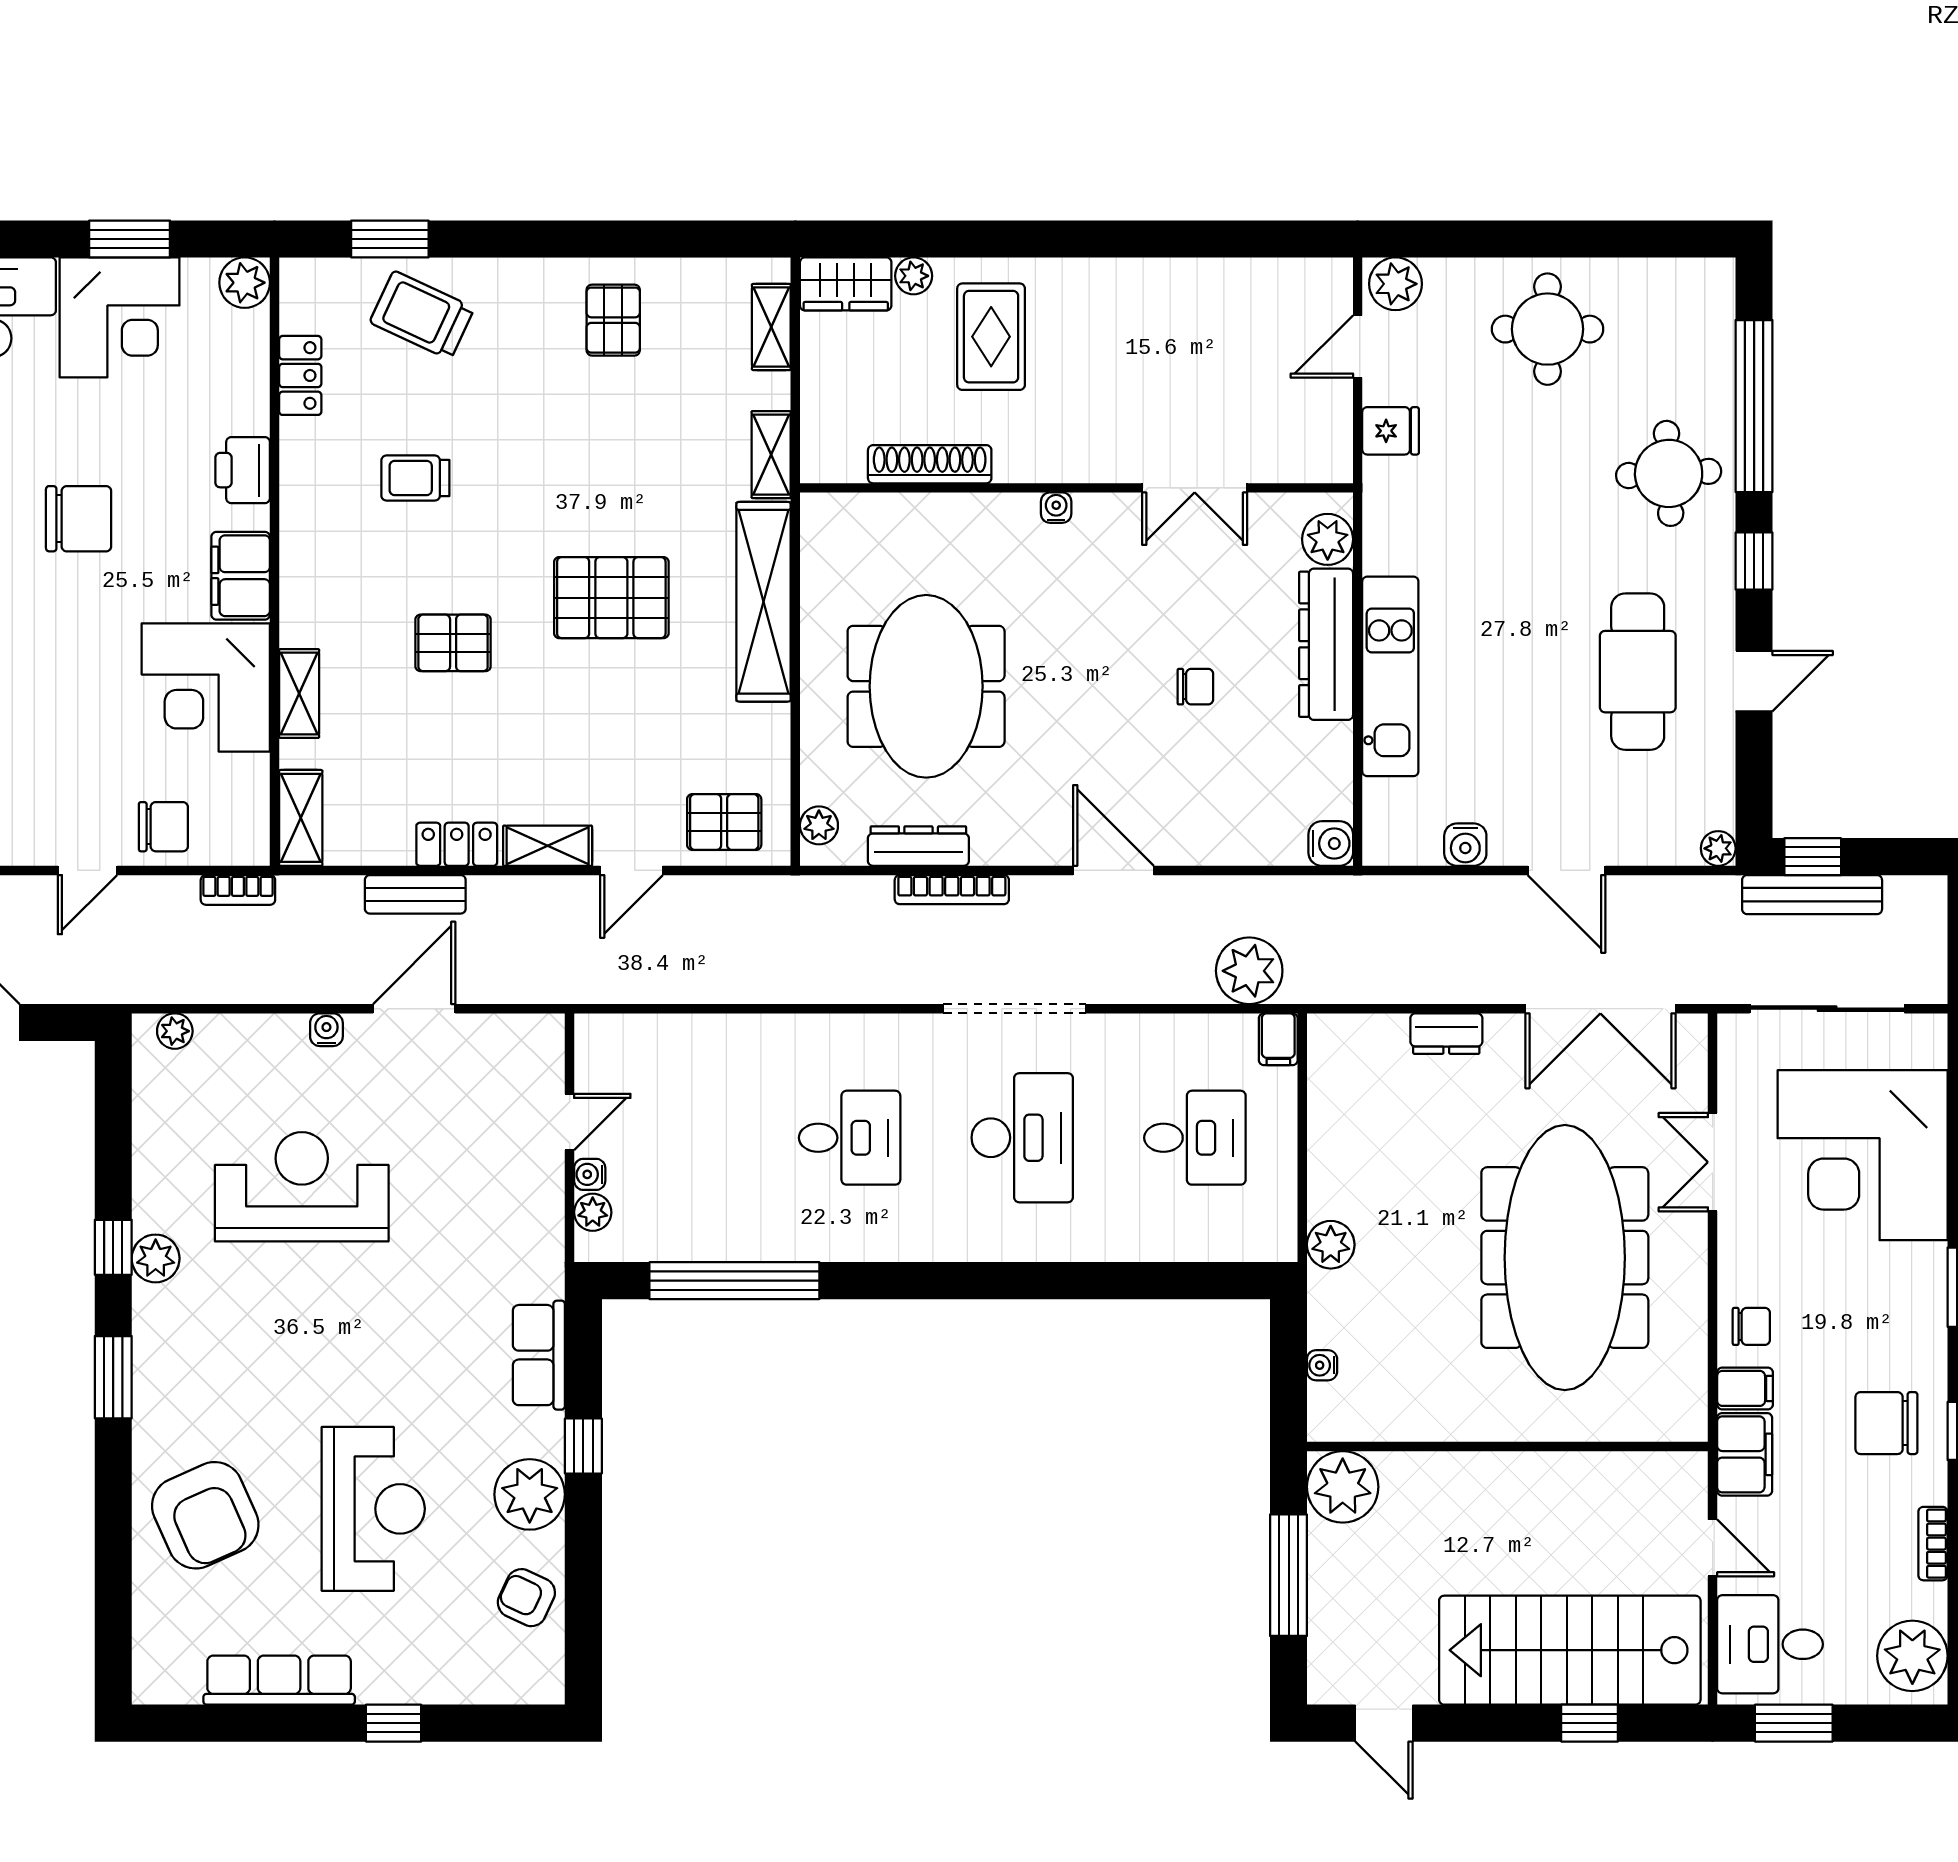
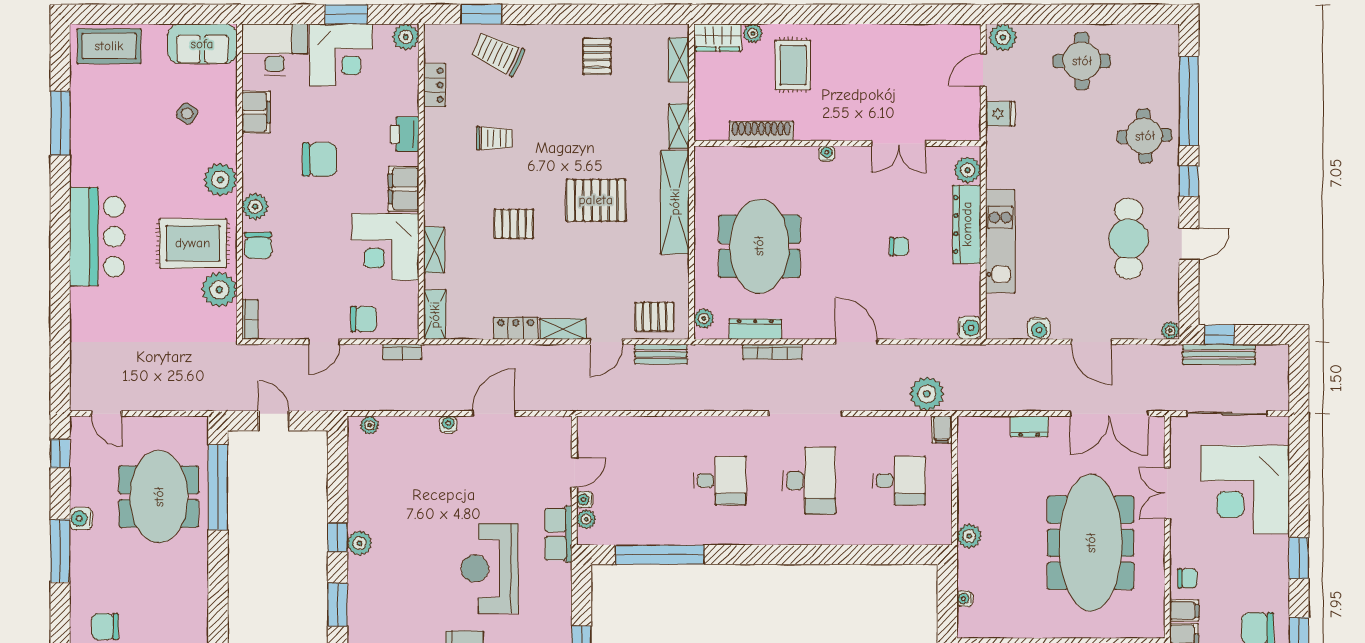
trolley: (415, 478) -> (494, 138), turned 180
bench: (415, 894) -> (661, 354), moved
reception desk: (302, 1187) -> (490, 568), moved, turned -90
row of seats: (539, 1355) -> (558, 534), moved

